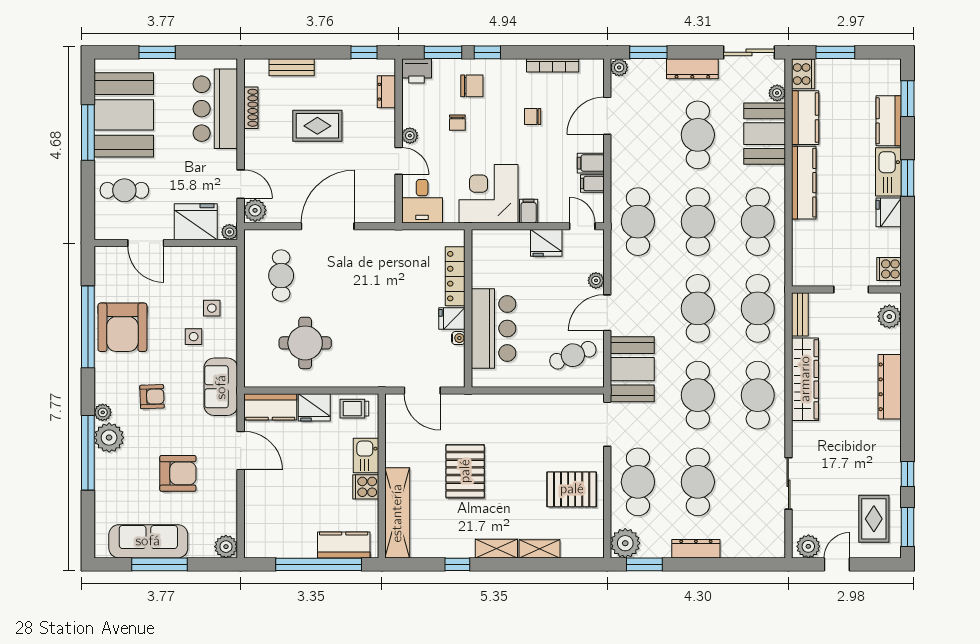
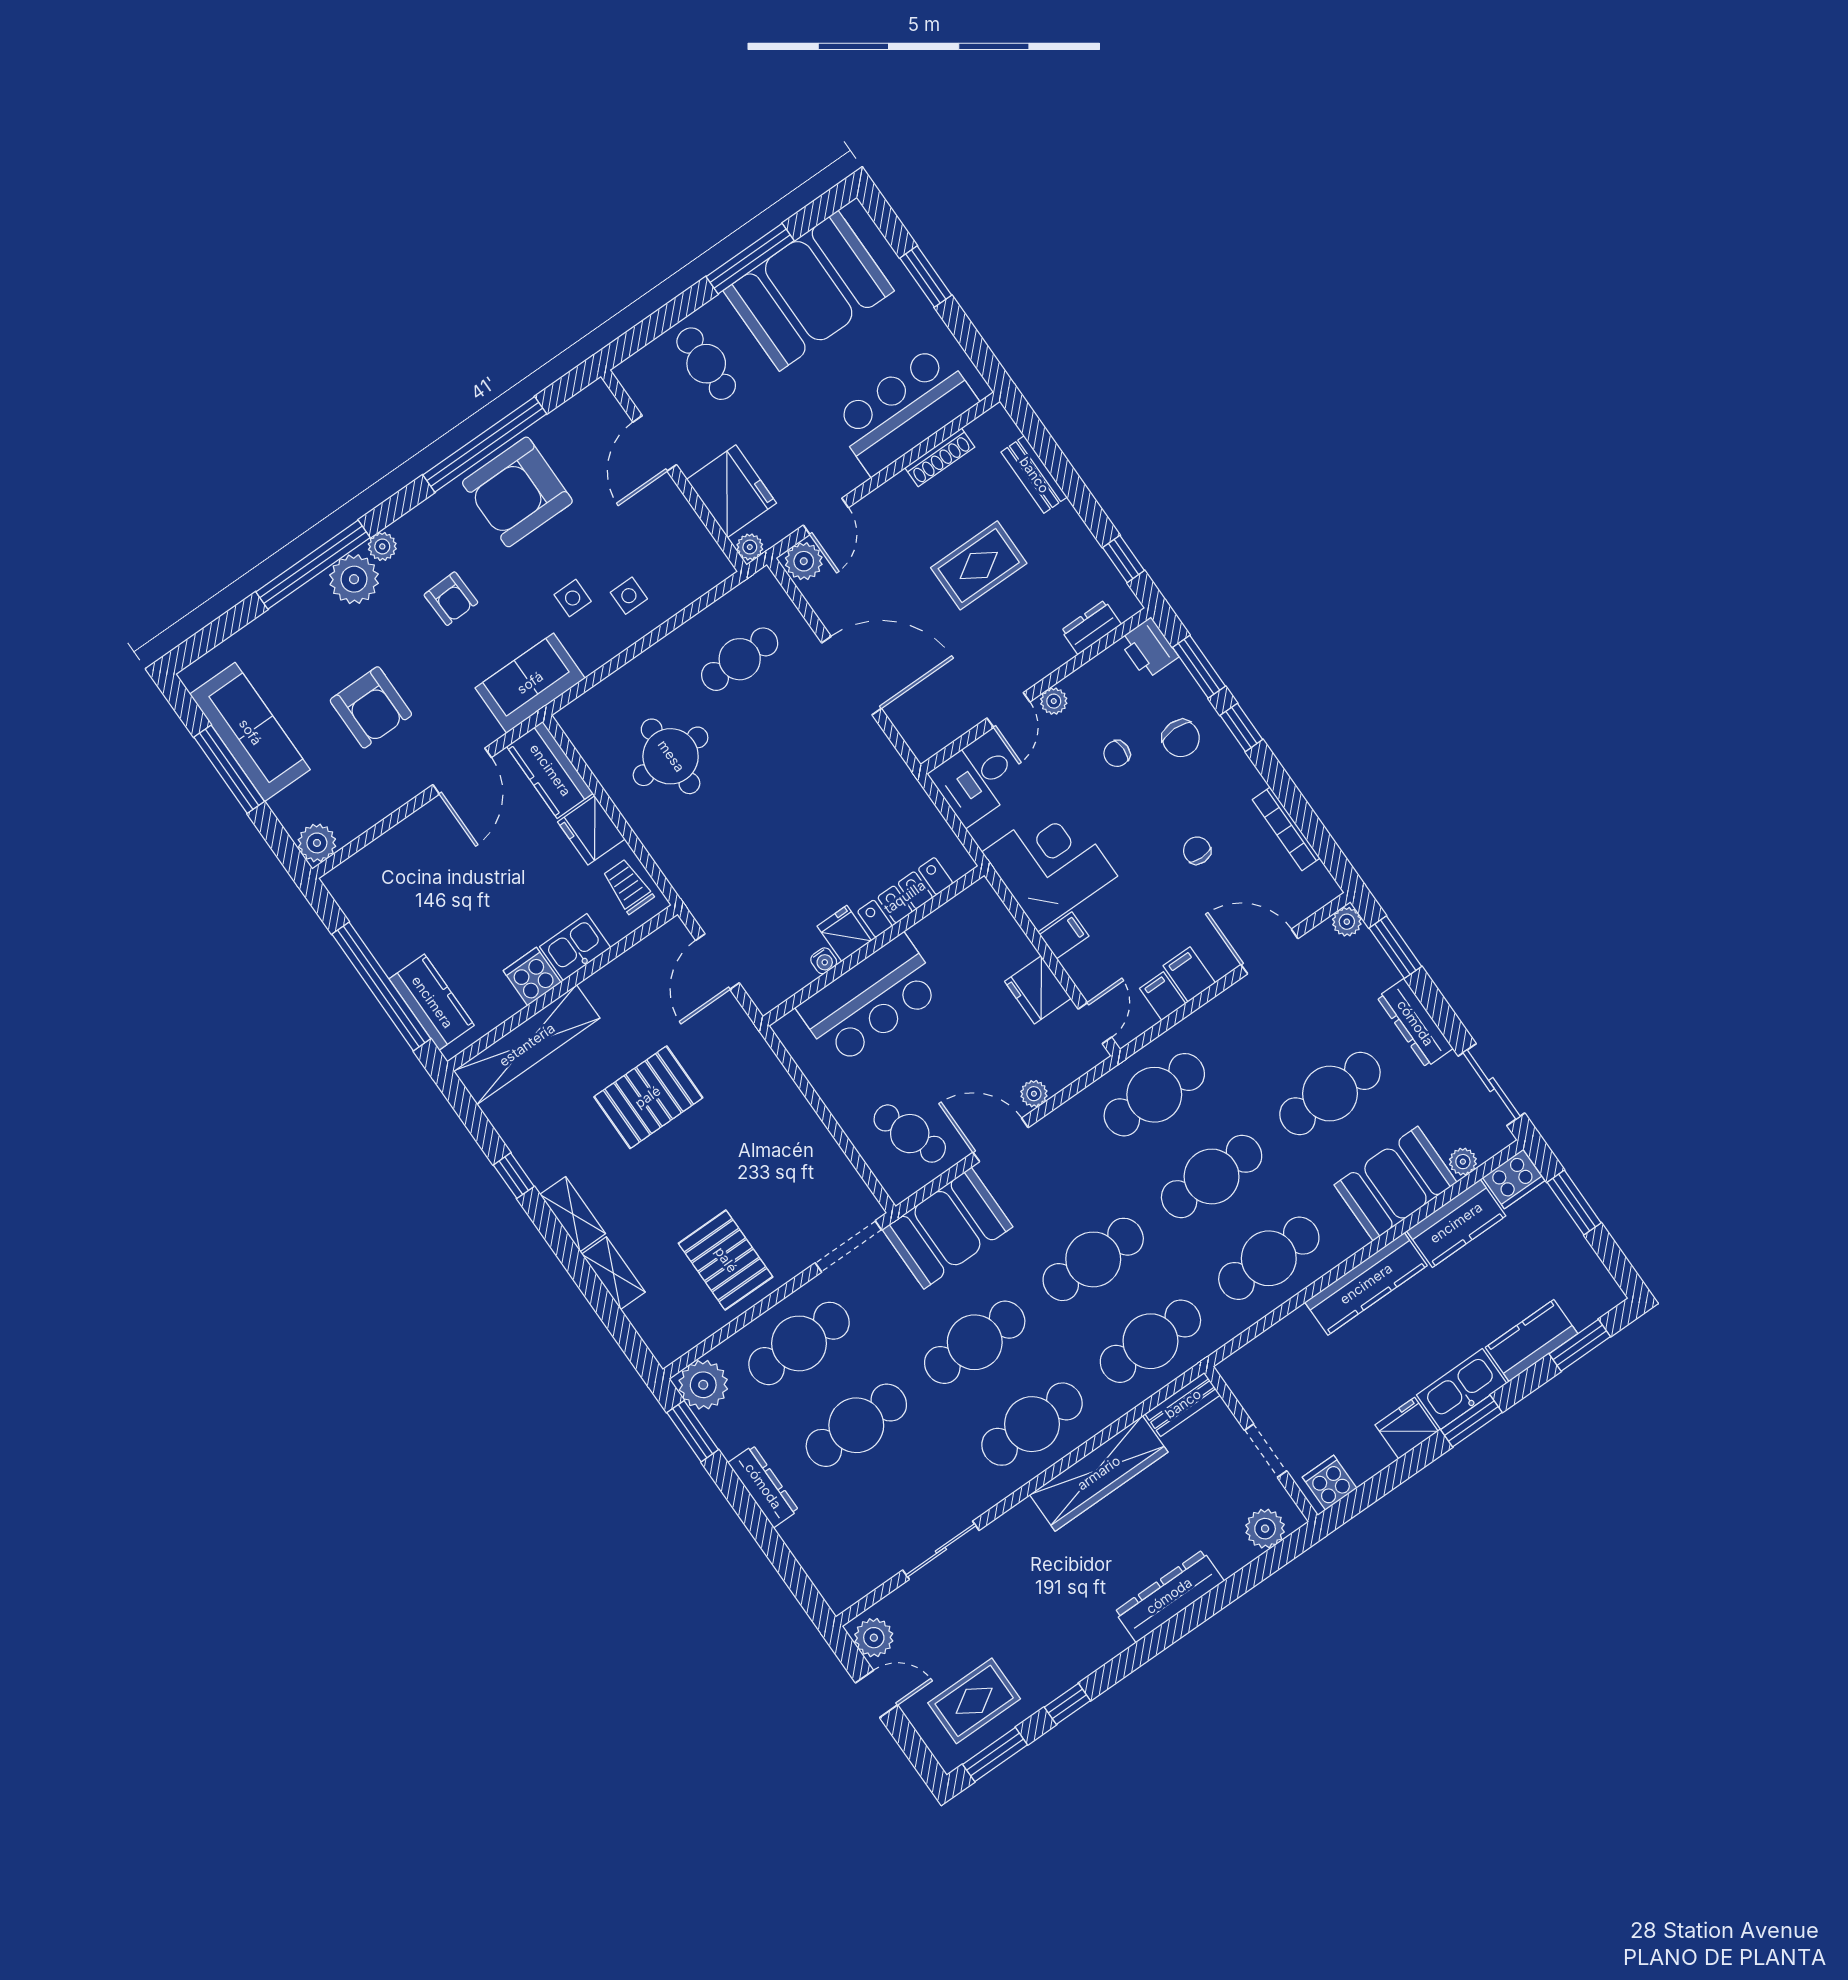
rug: (317, 126) -> (979, 565), turned 90

